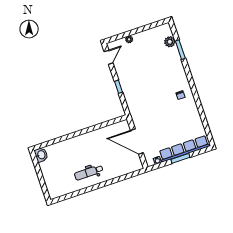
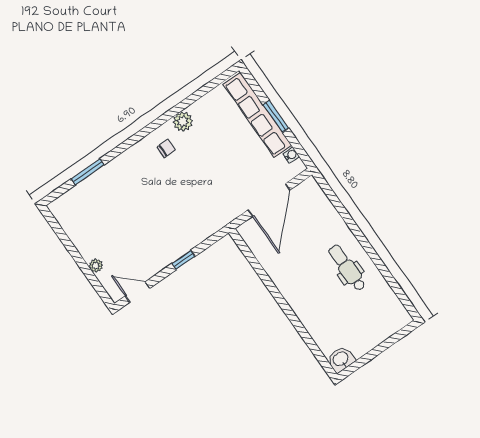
plant: (170, 42) -> (183, 122), moved
dental chair: (89, 172) -> (347, 268), turned 180

